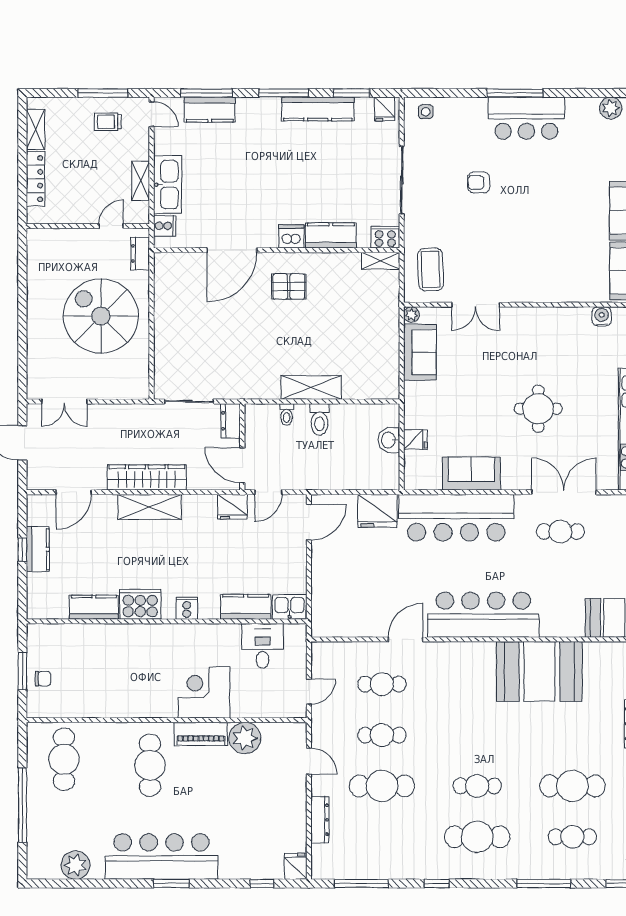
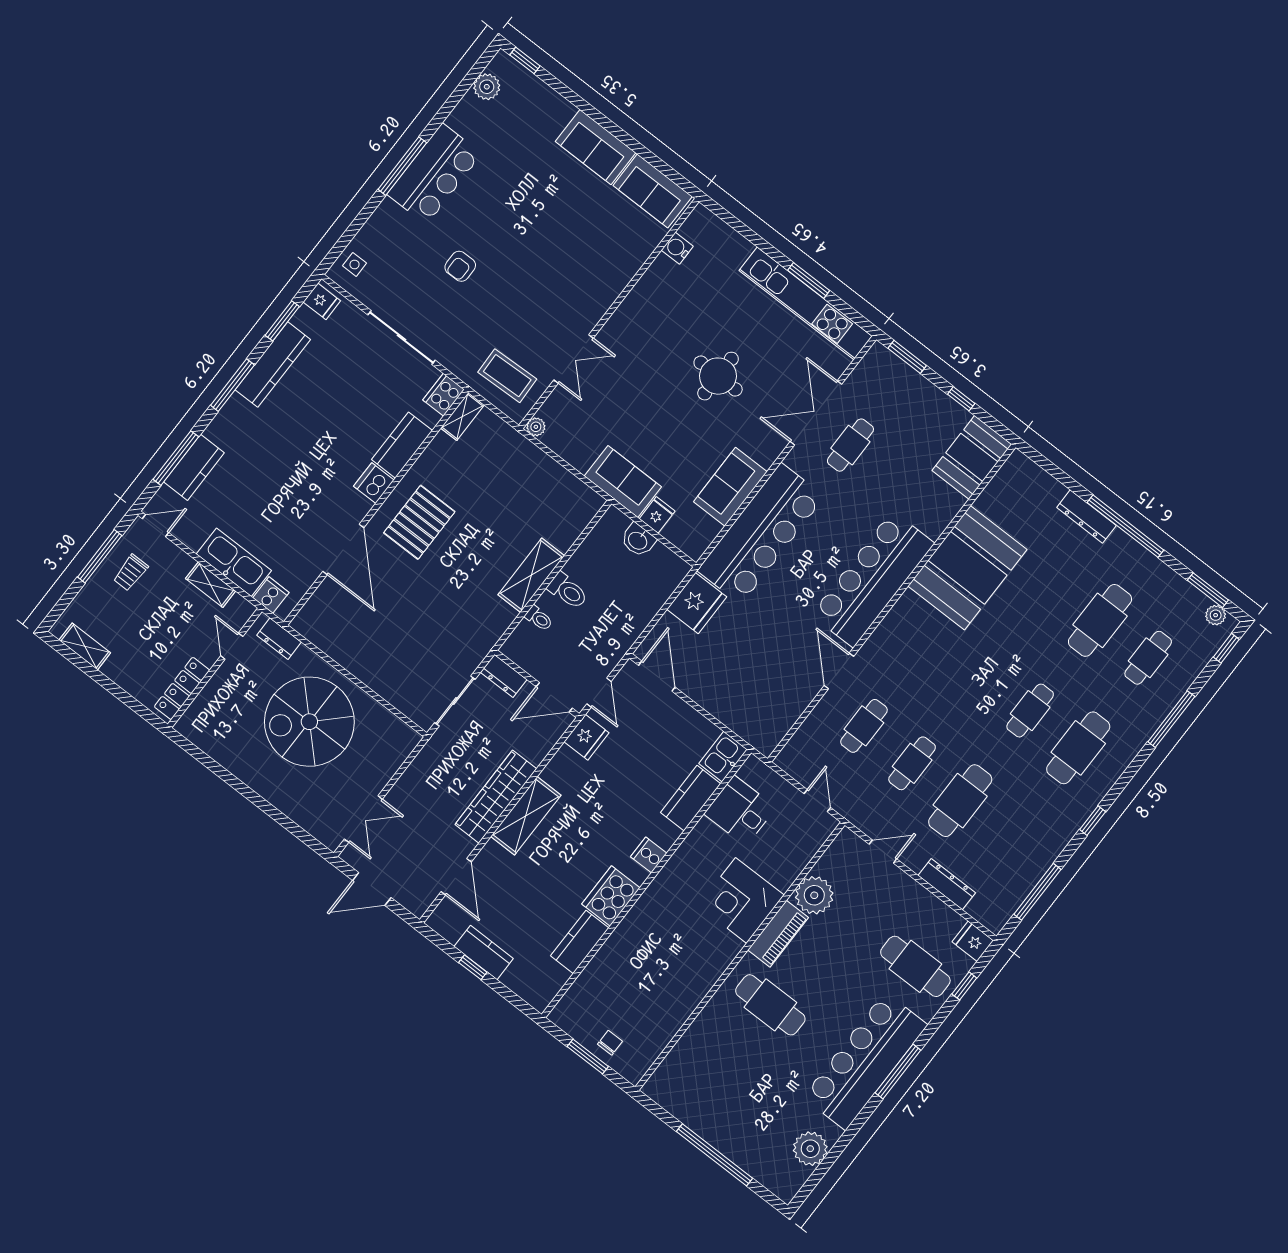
locker: (36, 179) -> (182, 688), moved, turned -90
pallet: (289, 287) -> (419, 522), width x1.50, depth x1.42
sofa: (420, 352) -> (623, 481), moved
cafe table: (64, 759) -> (915, 966), moved
window: (171, 883) -> (898, 1072), width x1.44

